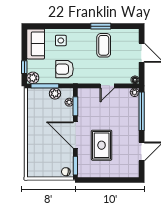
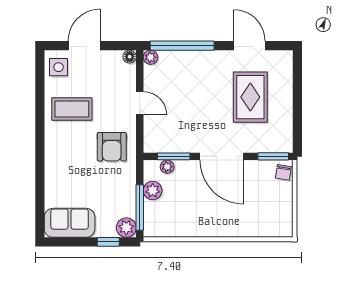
window: (101, 26) -> (40, 114), removed
side table: (61, 41) -> (59, 67), moved
armchair: (65, 69) -> (112, 147), moved
door: (75, 135) -> (222, 156), hinge flipped
rug: (102, 145) -> (250, 97), moved, turned 90

